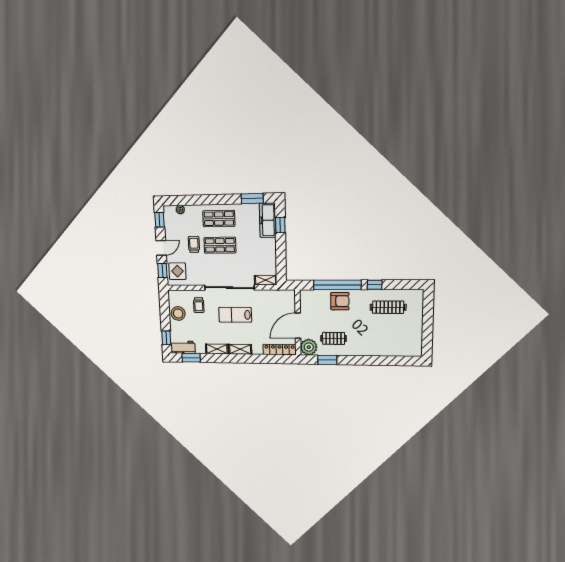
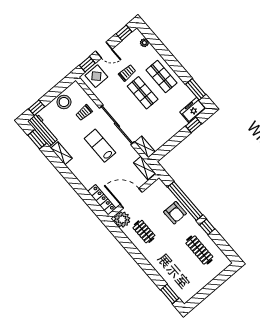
freezer: (268, 220) -> (193, 110), width x0.71
workbench: (183, 347) -> (43, 130), width x1.38
shelving: (240, 349) -> (144, 168), moved
window: (327, 360) -> (170, 294), moved

